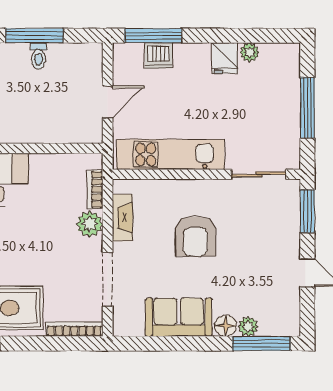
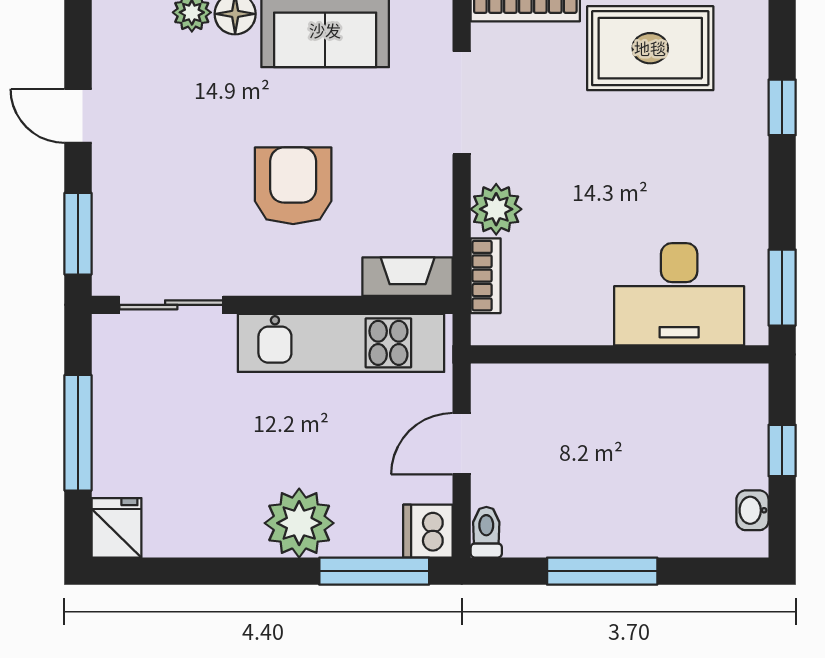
plant: (250, 52) -> (299, 523), moved, width x1.88, depth x1.88
toilet: (39, 56) -> (486, 532), moved
dishwasher: (159, 56) -> (428, 531), moved, turned -90
fridge: (225, 58) -> (116, 528), moved
fireplace: (122, 218) -> (408, 277), moved, turned 90

